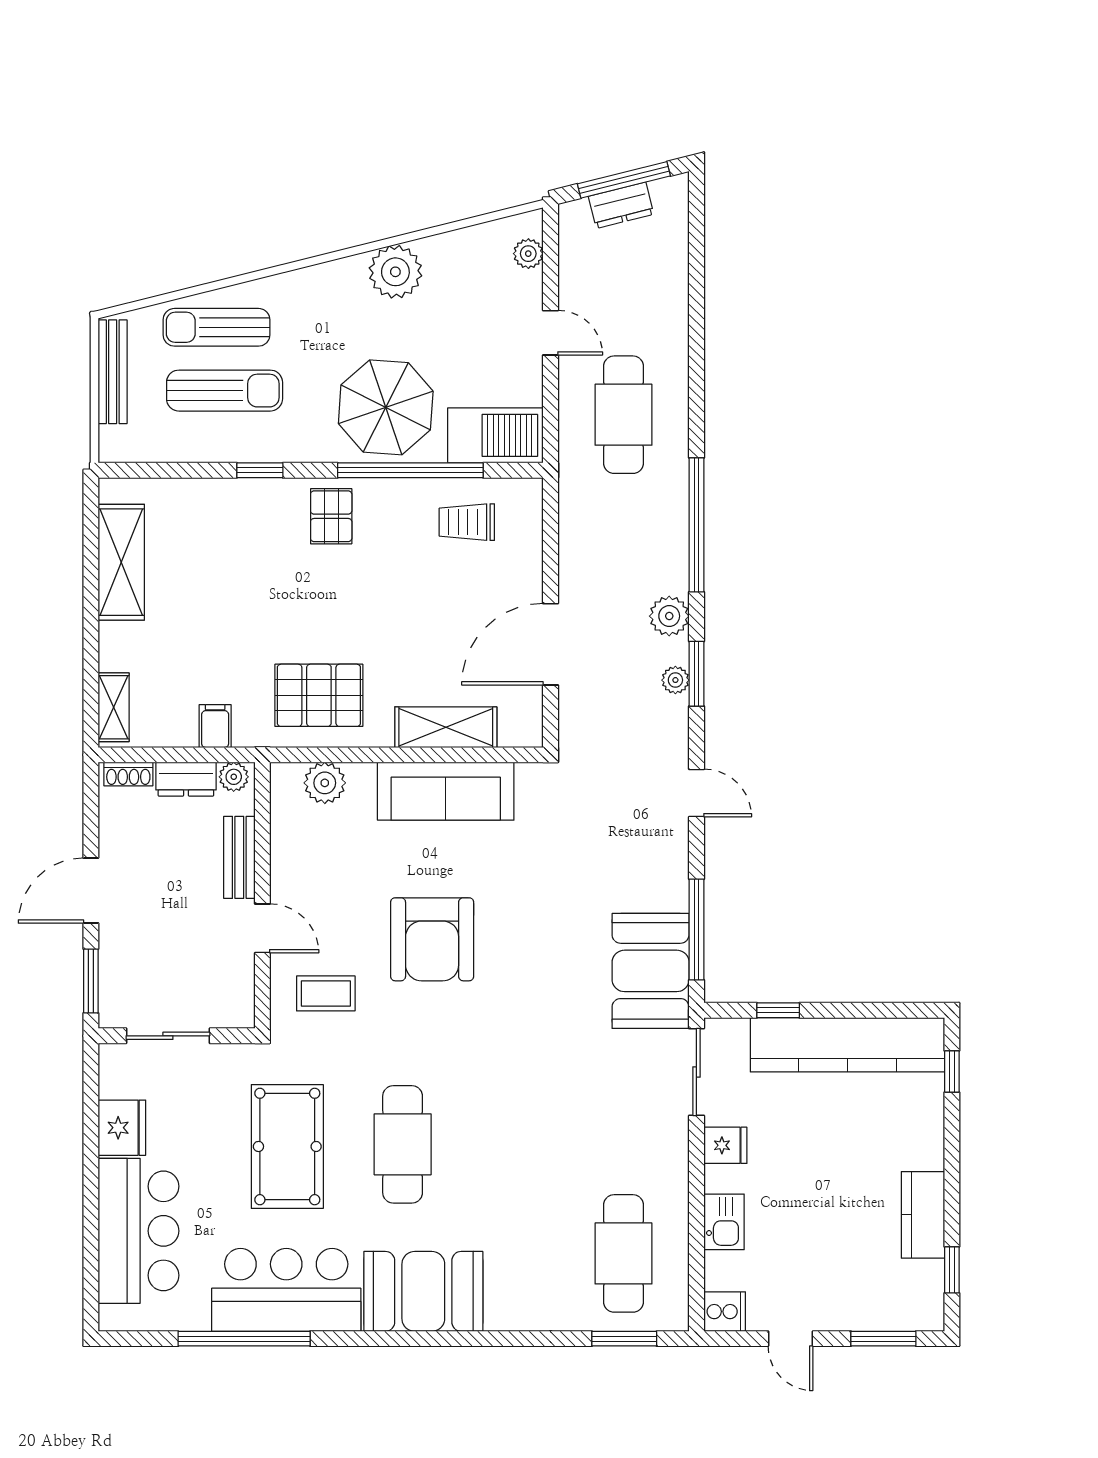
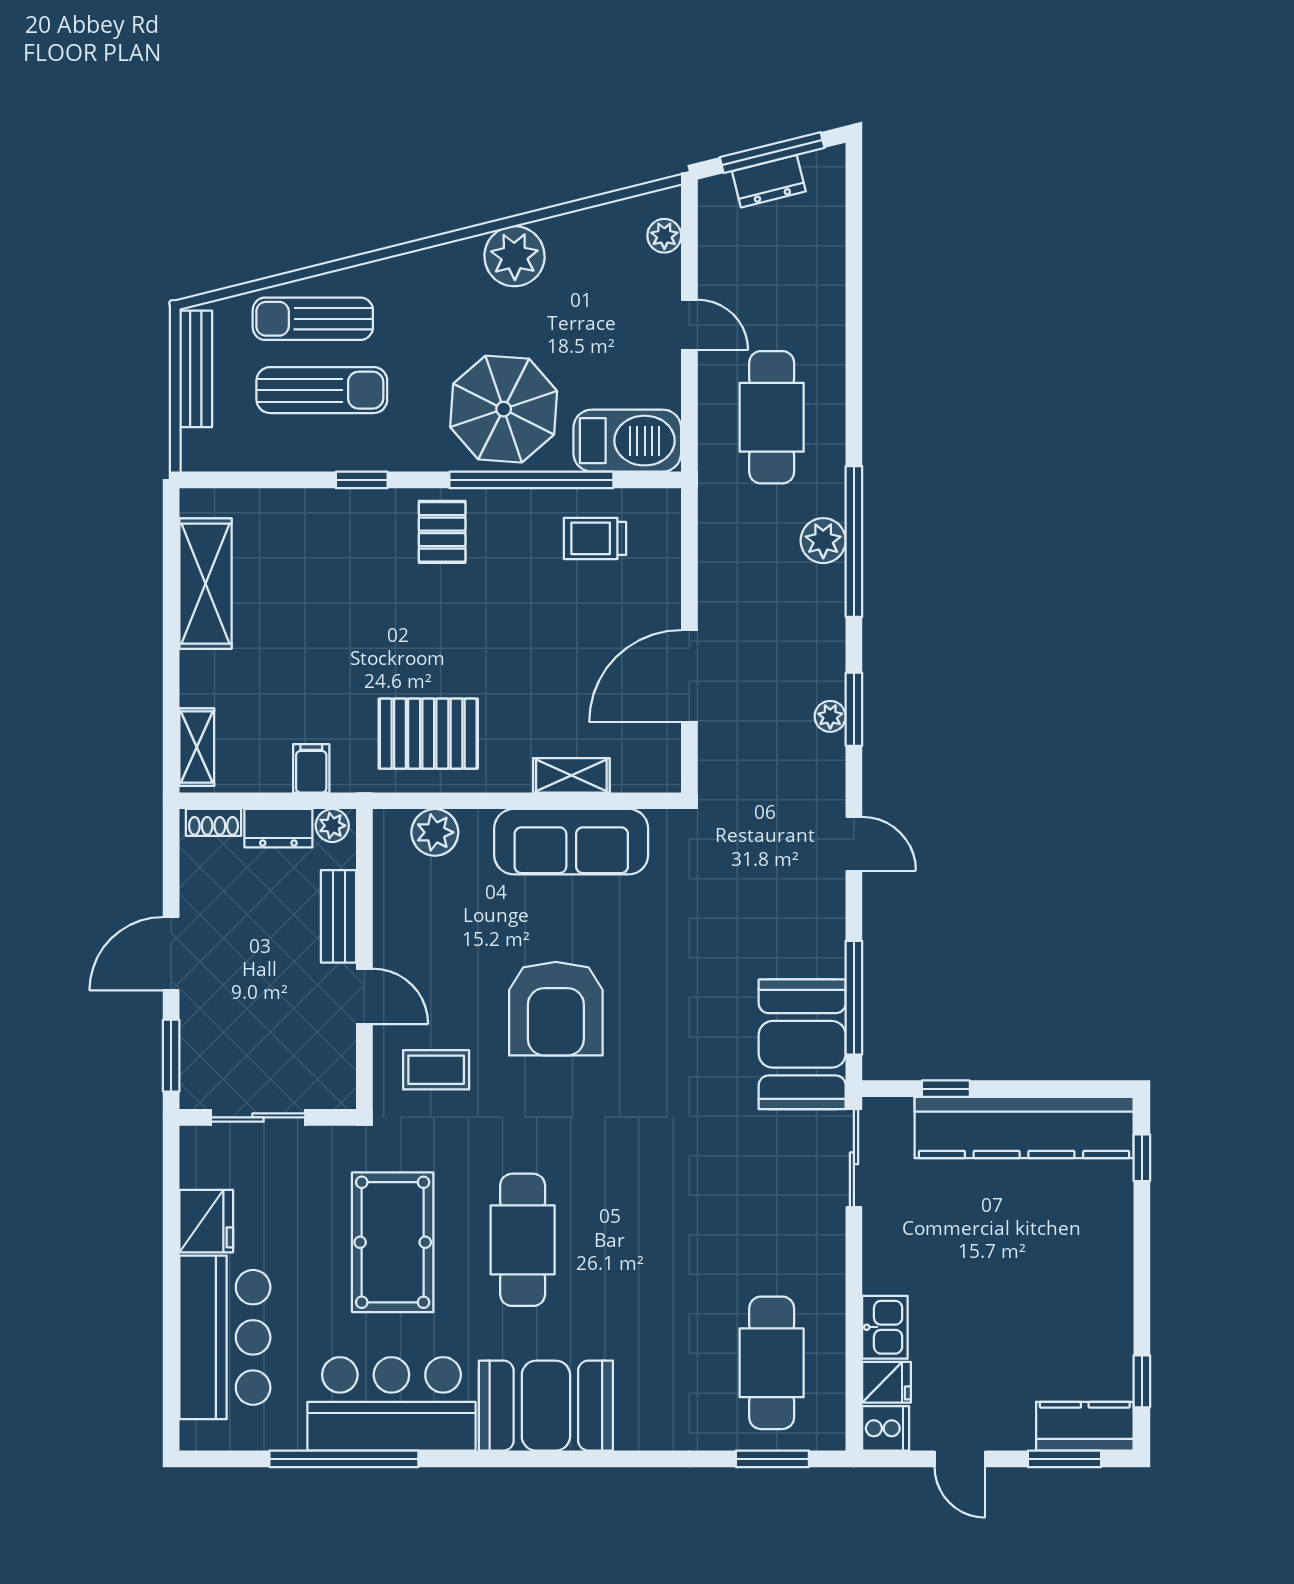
plant: (669, 616) -> (823, 541), moved
shelving: (446, 727) -> (571, 775), width x0.67, depth x0.75
fridge: (725, 1145) -> (886, 1382), moved
kitchen counter: (923, 1215) -> (1085, 1426), moved, turned 90

